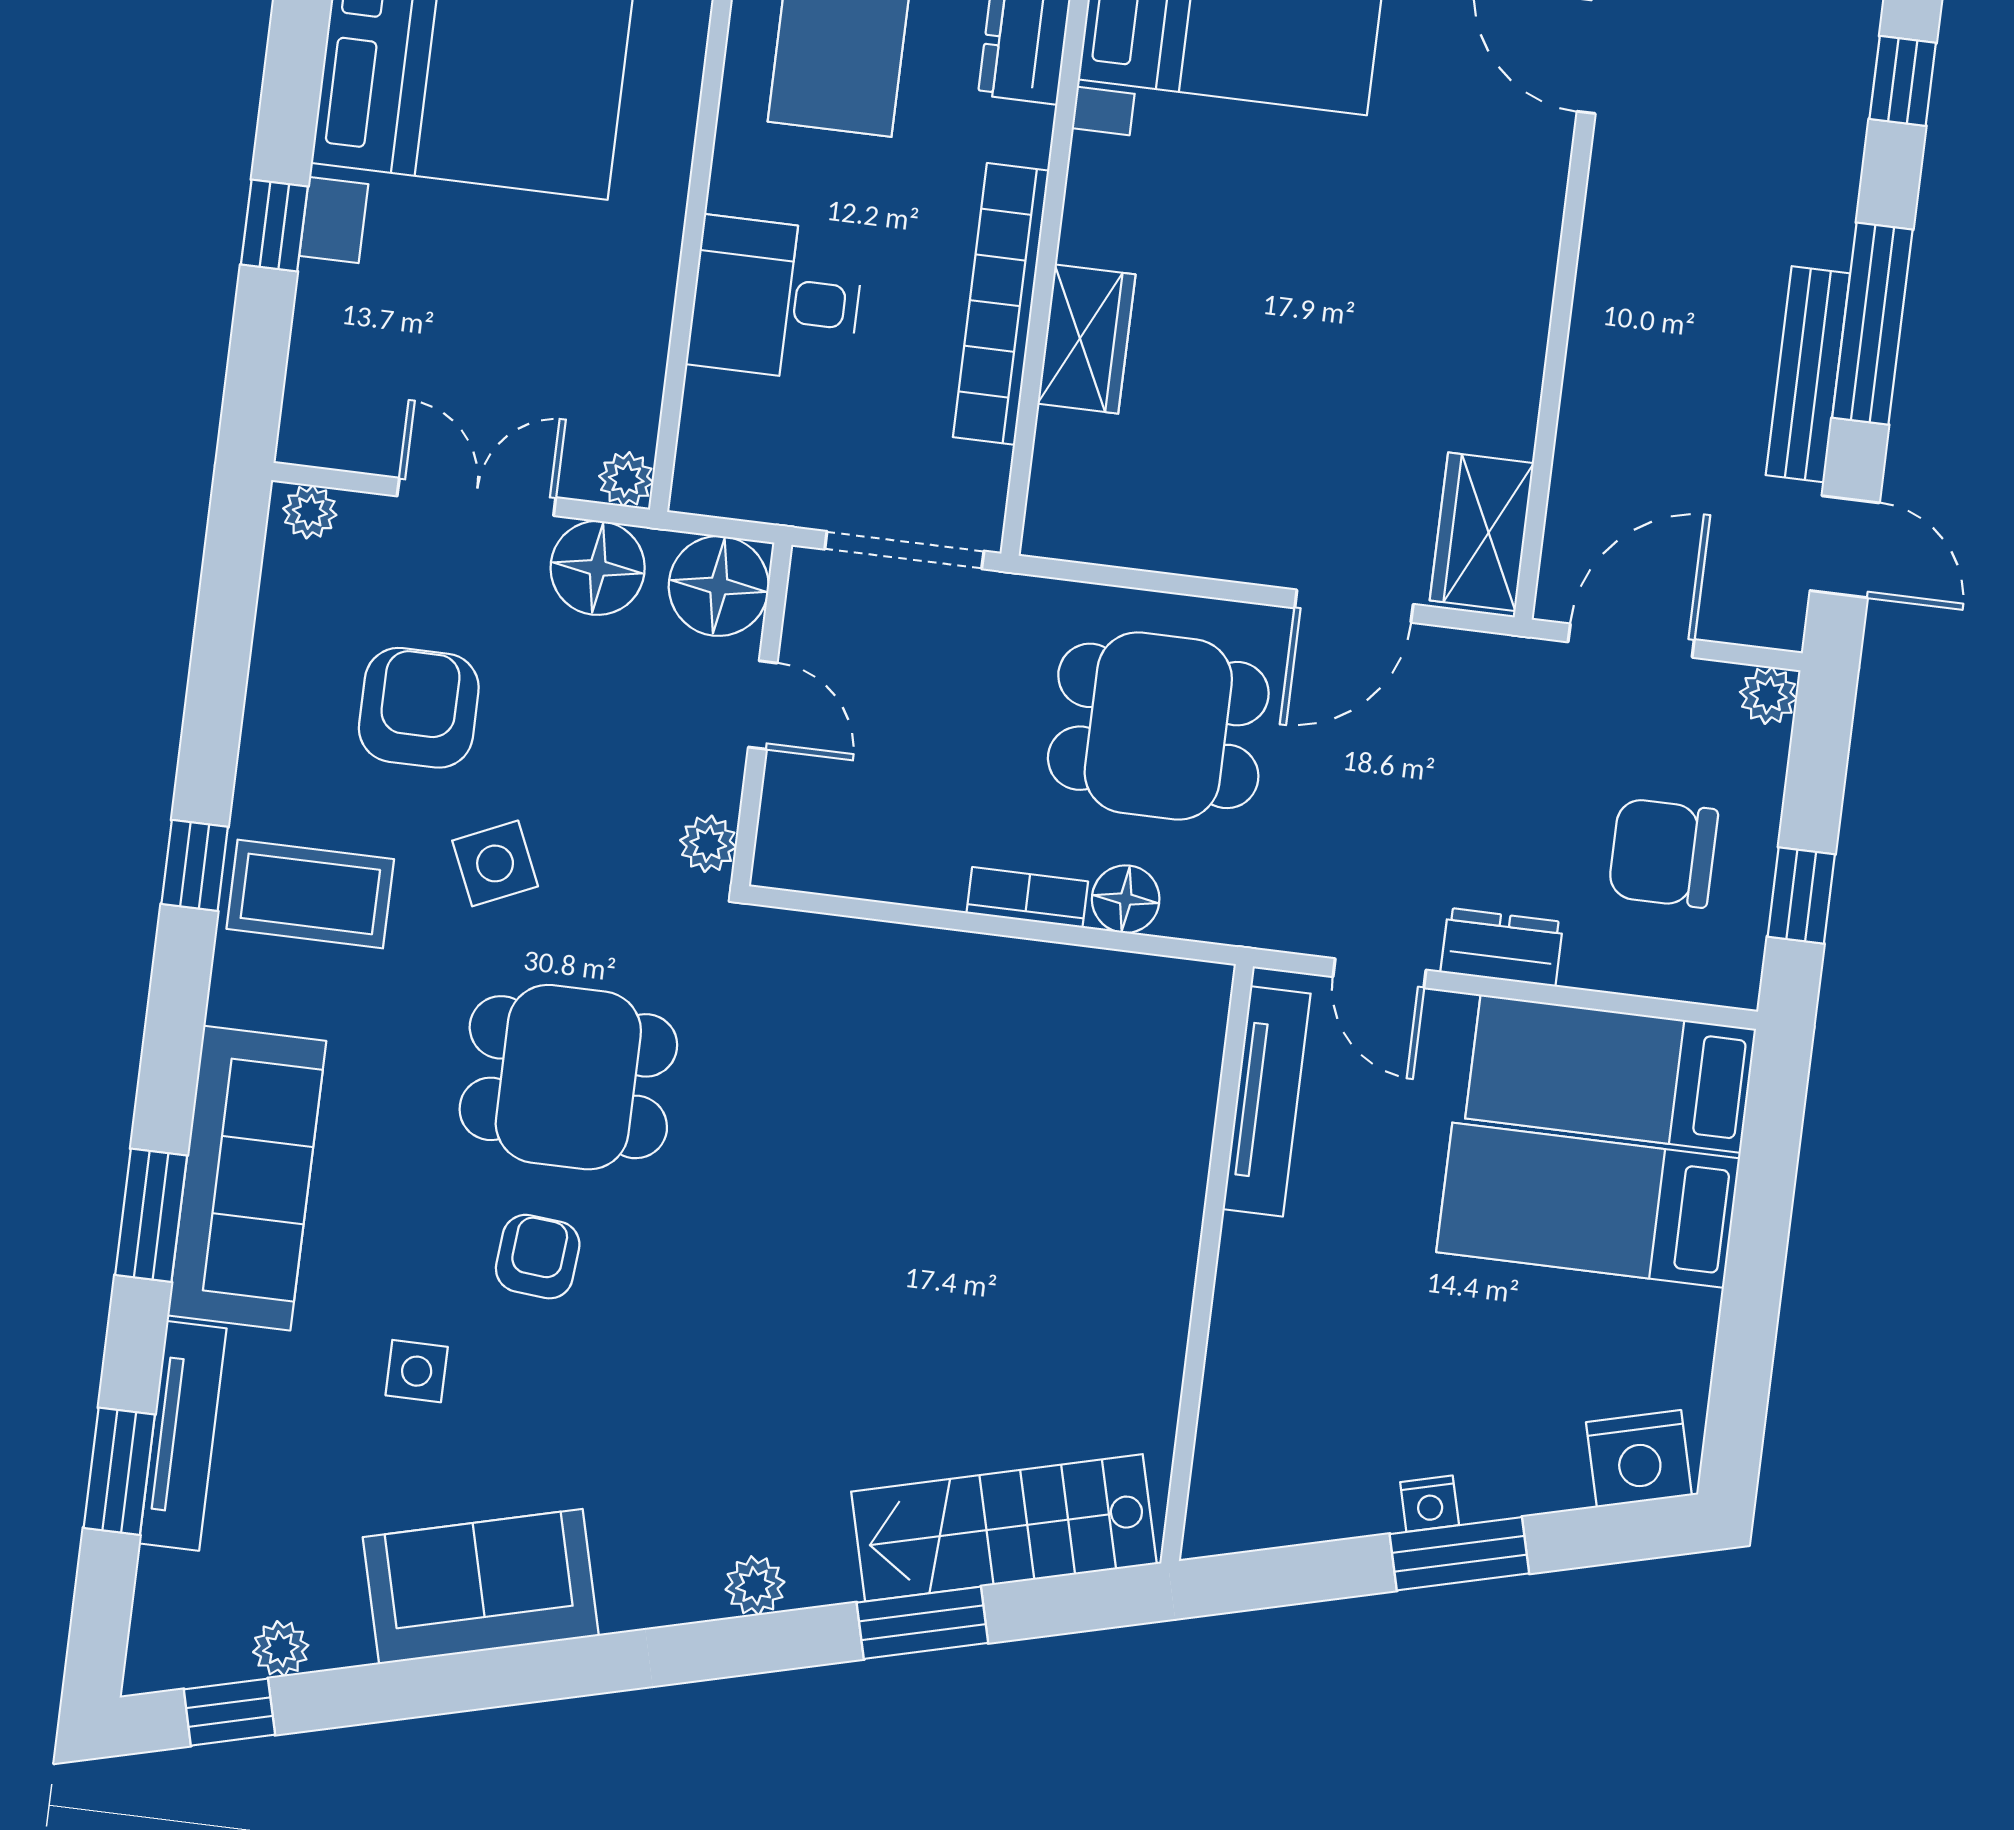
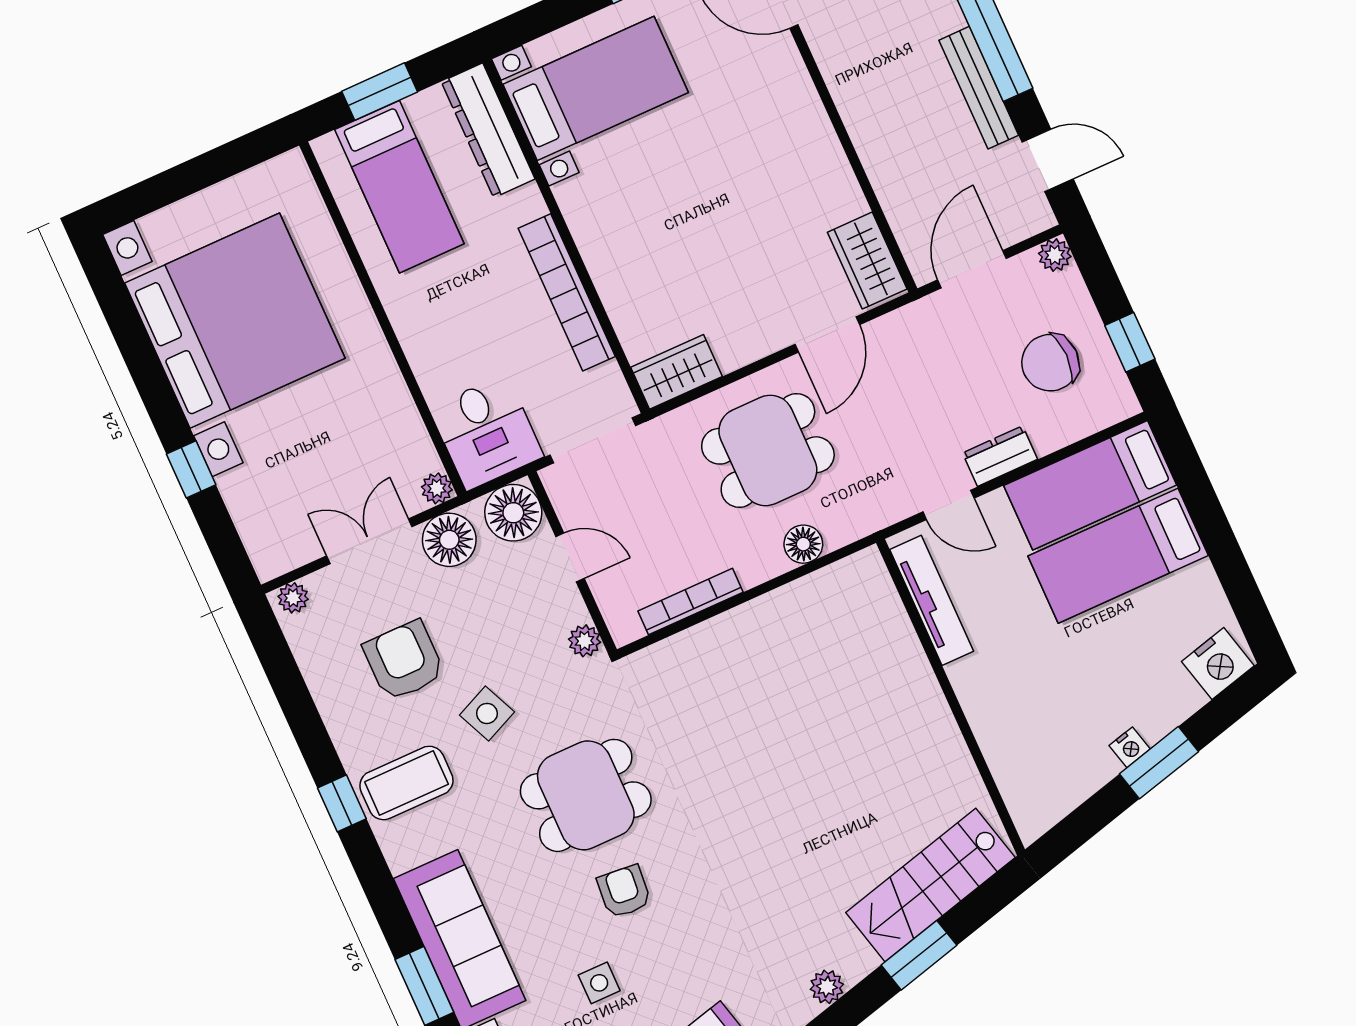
desk: (776, 299) -> (486, 432), moved, turned -90
wardrobe: (1086, 339) -> (677, 372), moved, turned -90
bookcase: (1027, 897) -> (691, 602), moved, width x1.56

